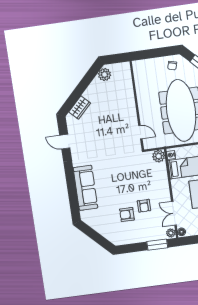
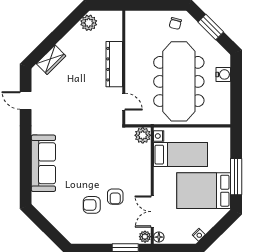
dresser: (129, 104) -> (114, 64), added

